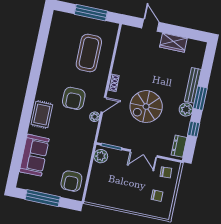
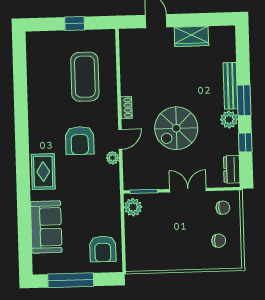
window: (91, 13) -> (75, 24), width x0.46
double door: (144, 153) -> (188, 190), swing flipped

